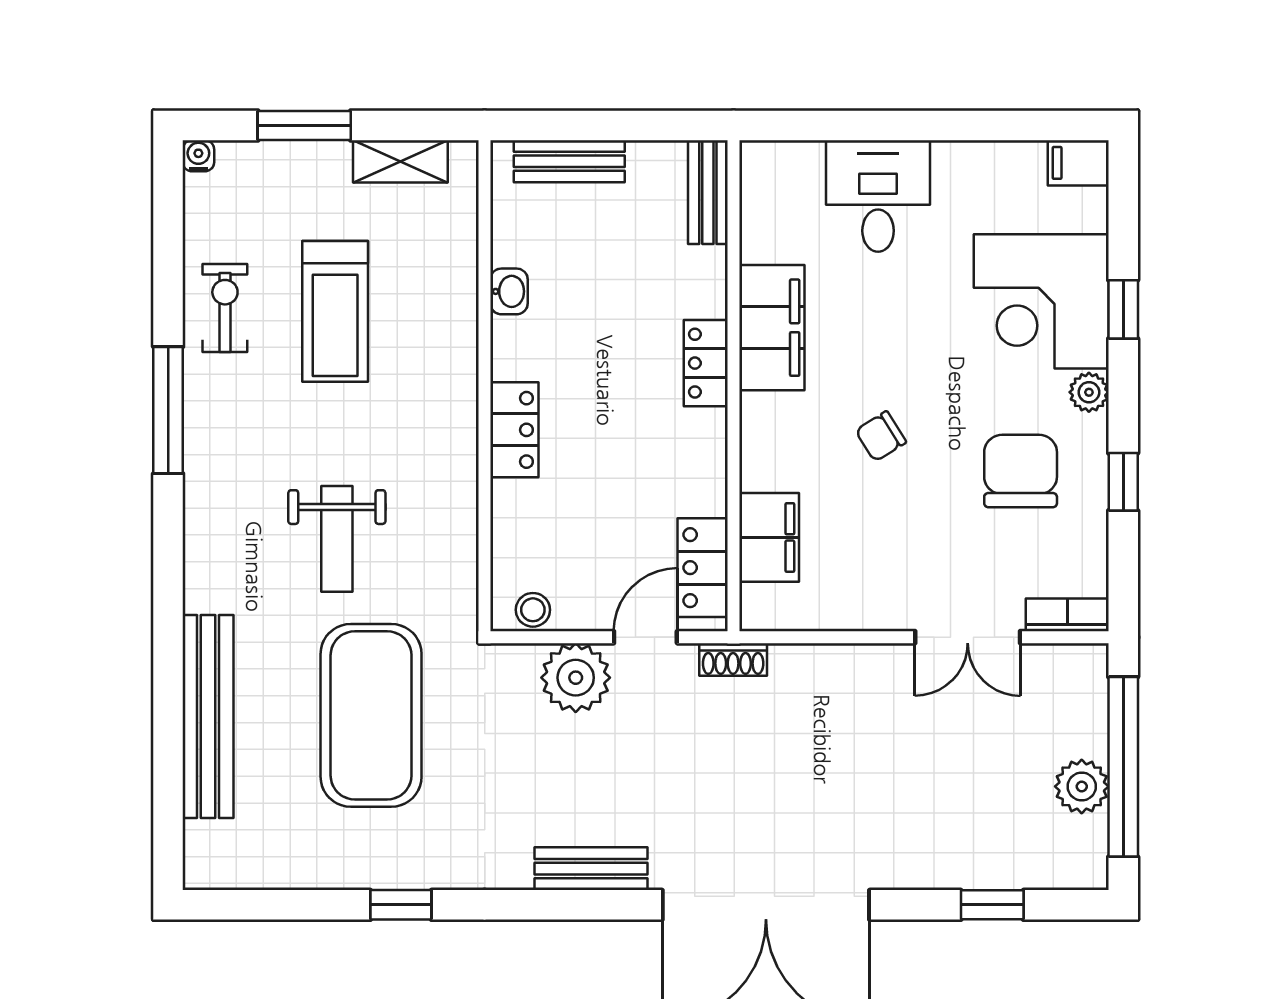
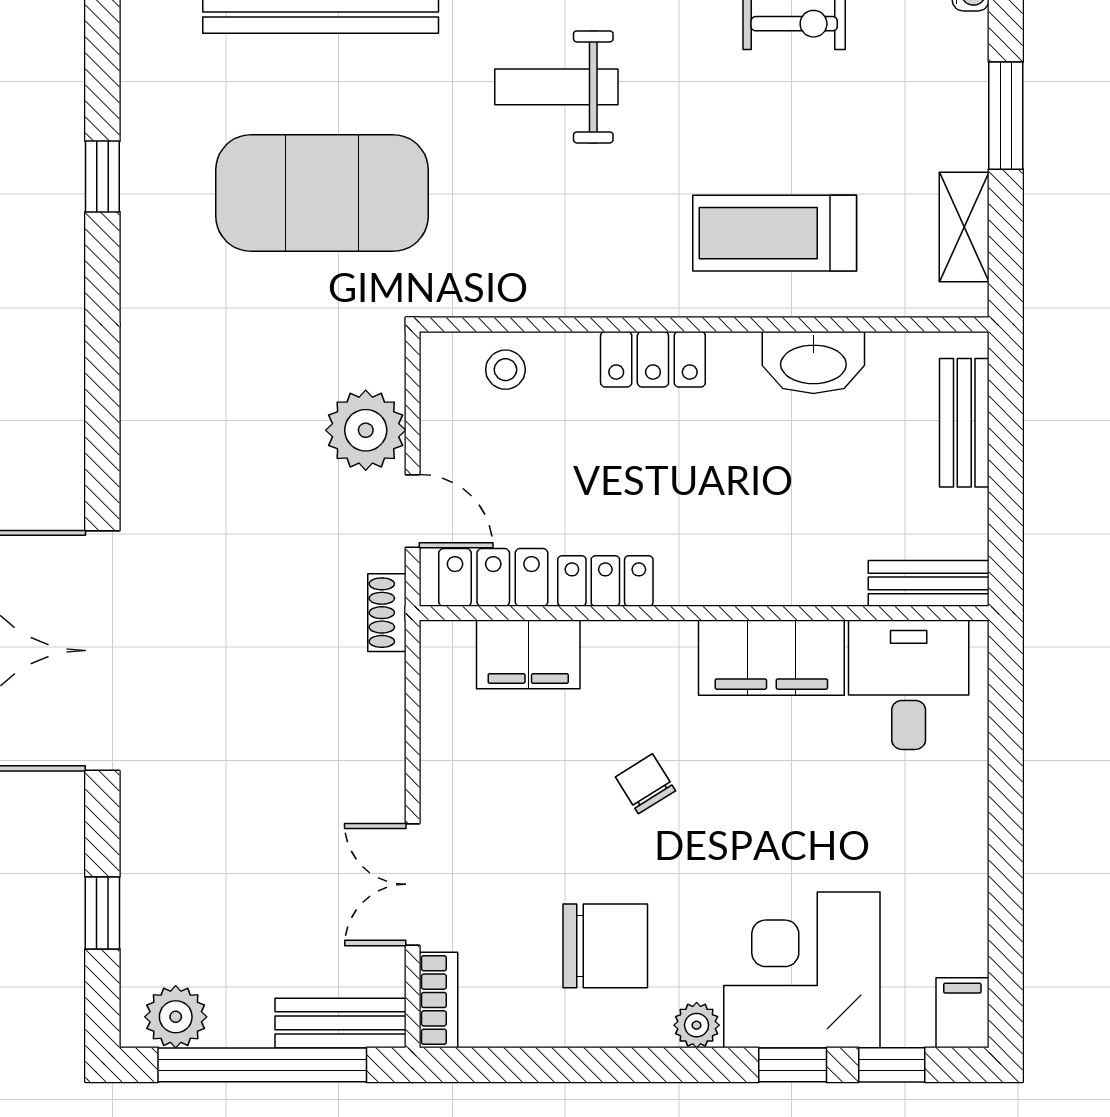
desk: (878, 196) -> (909, 685), moved, turned -90
washbasin: (509, 291) -> (813, 363), width x1.91, depth x1.45
treadmill: (335, 311) -> (775, 233), moved
locker: (706, 363) -> (605, 581), moved
window: (1123, 482) -> (892, 1065), moved
weight bench: (337, 539) -> (556, 87), moved
stool: (533, 610) -> (505, 370), moved
plant: (1082, 786) -> (176, 1017), moved
bench: (591, 869) -> (340, 1023), moved, turned 90
window: (401, 905) -> (102, 176), moved

